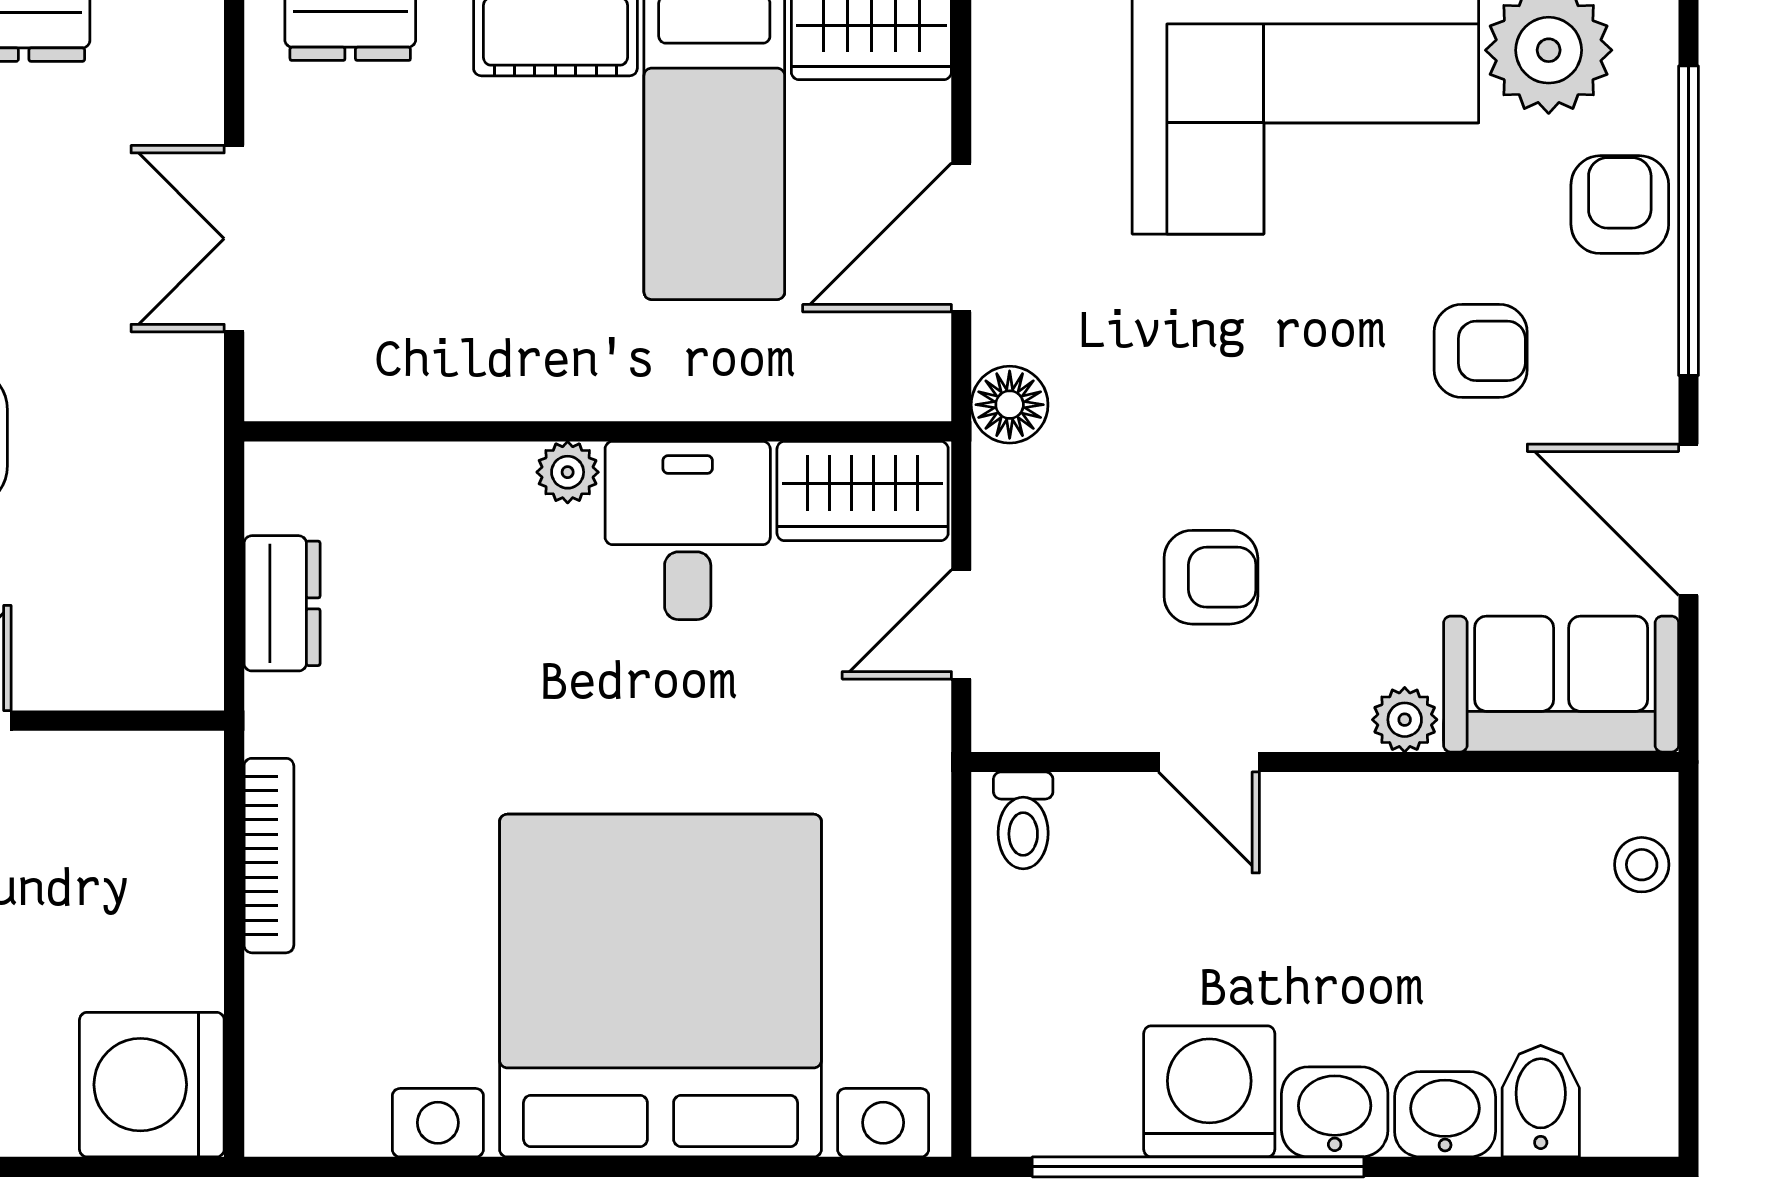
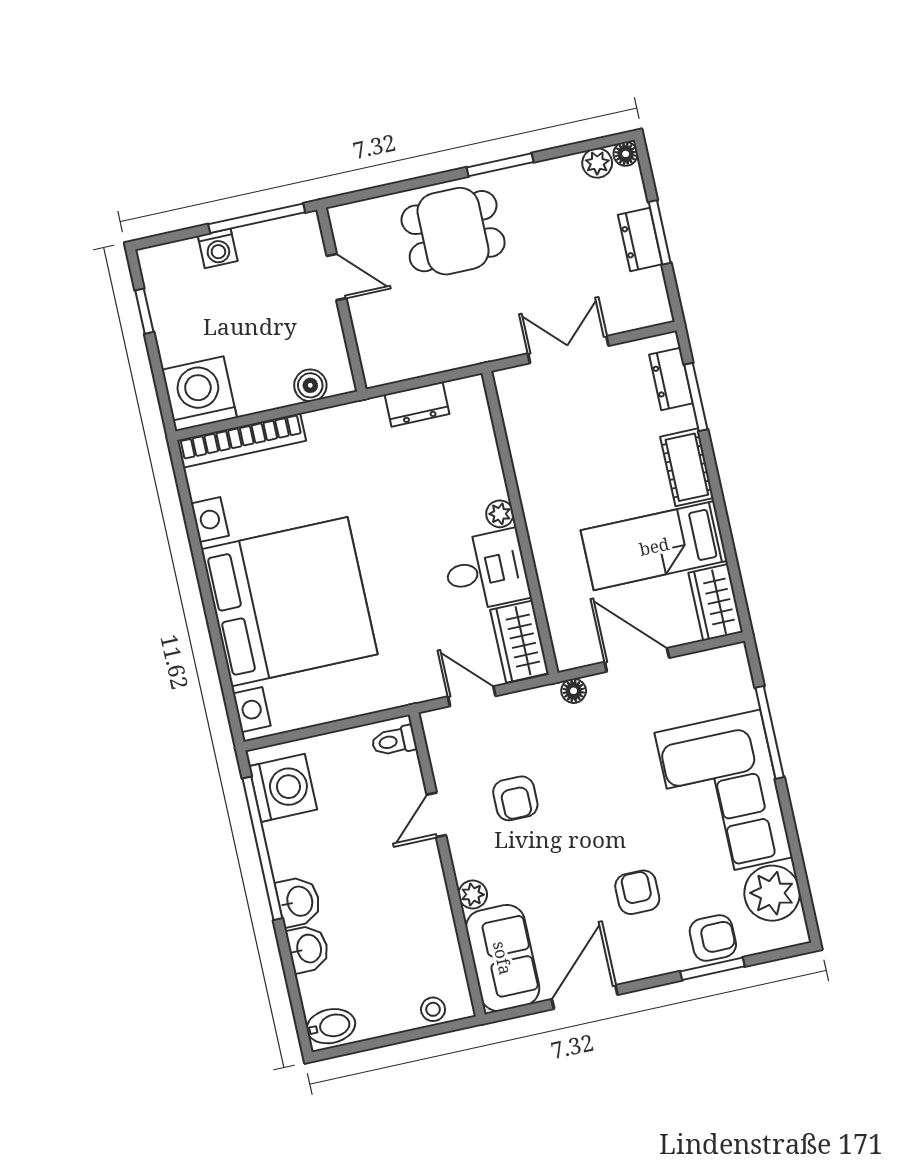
window: (1689, 221) -> (712, 969), width x0.47
armchair: (1481, 351) -> (637, 892), turned 180
floor lamp: (1010, 405) -> (574, 691), width x0.73, depth x0.73
boiler: (187, 832) -> (310, 385), added
bookcase: (269, 856) -> (242, 440), moved, width x1.48, depth x1.31
washing machine: (1209, 1091) -> (283, 788), moved
bidet: (1541, 1101) -> (331, 1026), moved

